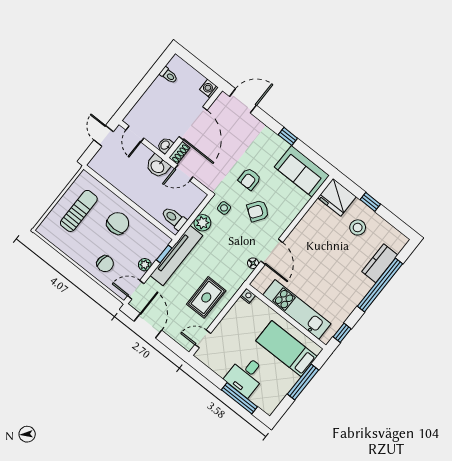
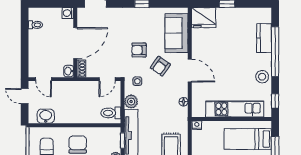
door: (193, 123) -> (75, 43), hinge flipped
washbasin: (158, 166) -> (46, 116), moved, turned 180
sofa: (302, 171) -> (177, 33), moved, turned 90
door: (184, 173) -> (107, 79), moved
armchair: (250, 179) -> (139, 50), turned 90
stool: (358, 227) -> (262, 77), moved
door: (272, 252) -> (190, 71), moved

